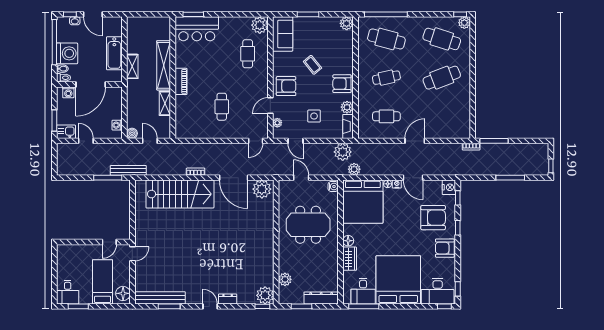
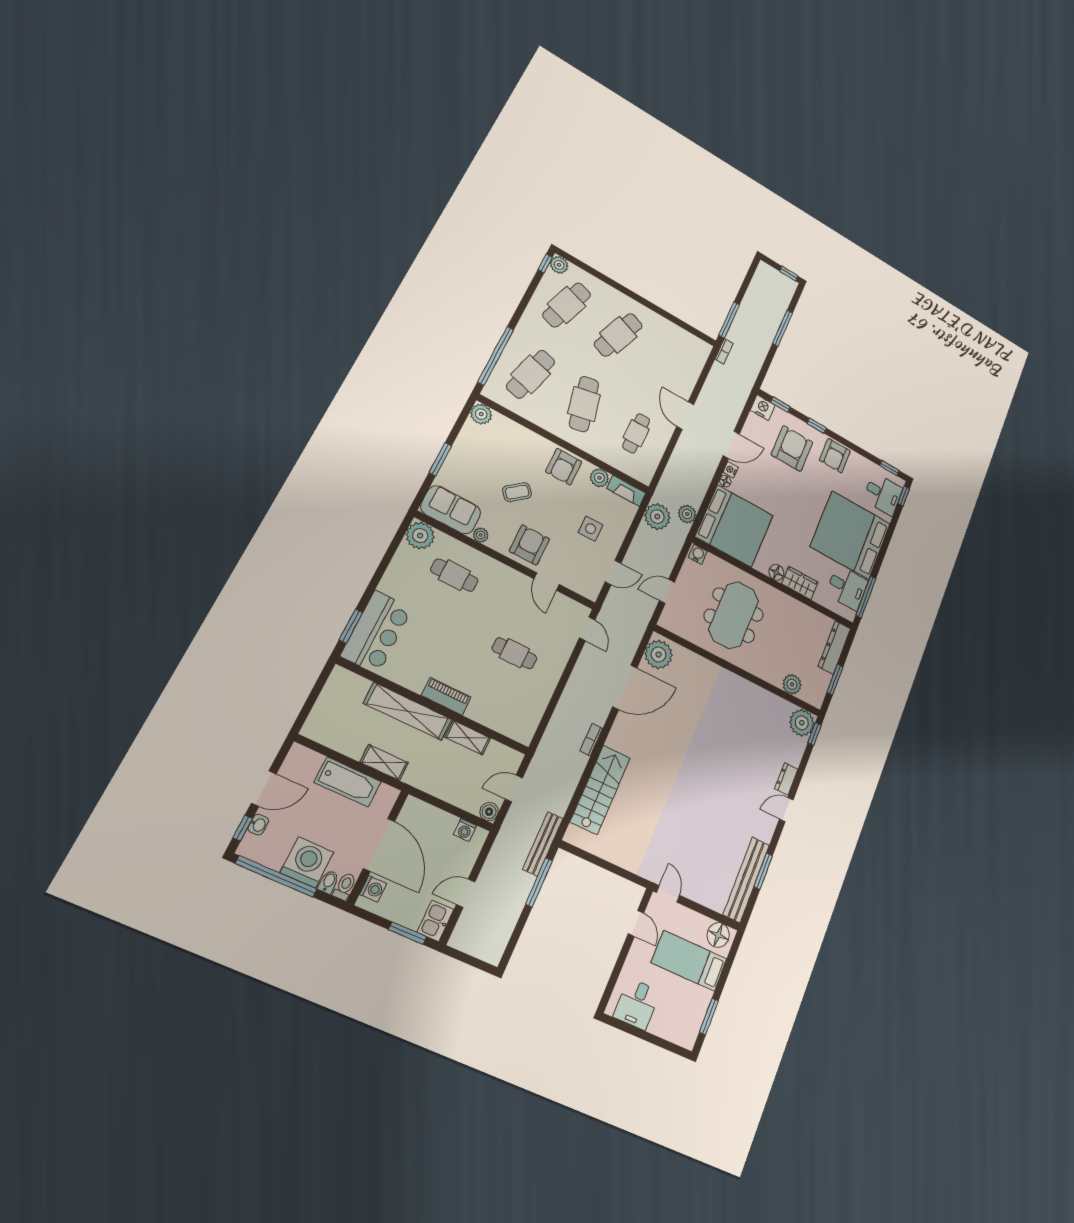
cafe table: (386, 78) -> (584, 404), width x1.37, depth x1.35
cafe table: (442, 78) -> (618, 335), turned 42
plant: (277, 123) -> (481, 535), moved
stairs: (180, 194) -> (600, 790), width x0.73, depth x0.66
desk: (438, 291) -> (883, 494), width x0.73
desk: (68, 292) -> (637, 1004), moved, turned 90

